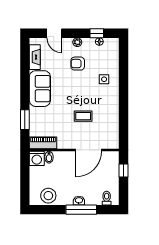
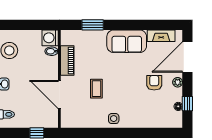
door: (54, 33) -> (187, 57), width x1.88
side table: (104, 79) -> (114, 119), moved
piano: (43, 143) -> (67, 61), moved

